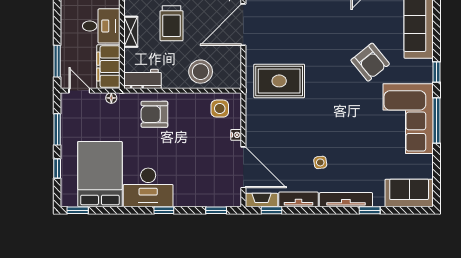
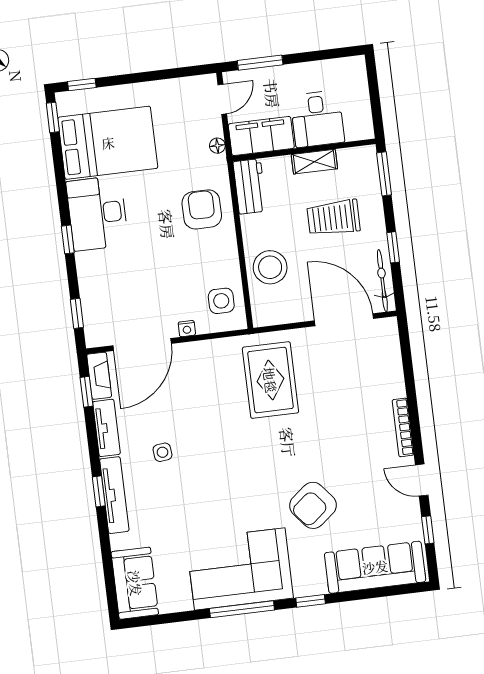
window: (57, 129) -> (163, 74), removed
window: (57, 168) -> (82, 85), moved
window: (370, 210) -> (99, 491), moved

